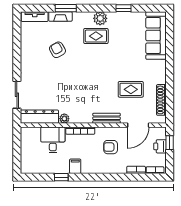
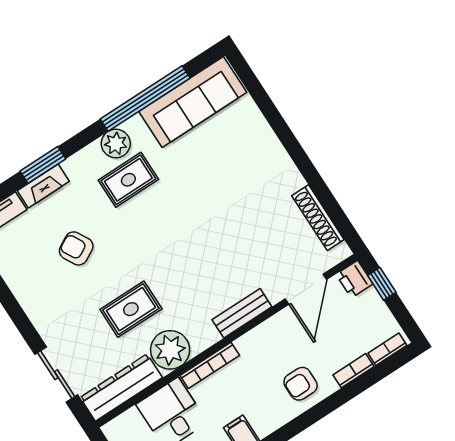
window: (123, 8) -> (145, 99), width x3.17
sofa: (156, 35) -> (193, 102), moved, turned -90
rug: (131, 89) -> (131, 309), moved
plant: (64, 119) -> (170, 350), width x1.88, depth x1.88
printer: (160, 146) -> (354, 279), moved
armchair: (111, 147) -> (301, 384), moved

